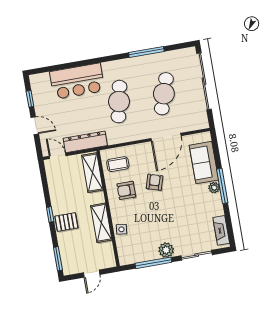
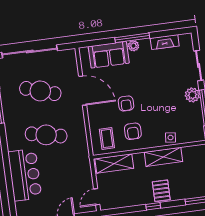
dresser: (85, 142) -> (84, 169), removed
armchair: (155, 182) -> (126, 104), turned -107
fireplace: (221, 230) -> (165, 42), moved

